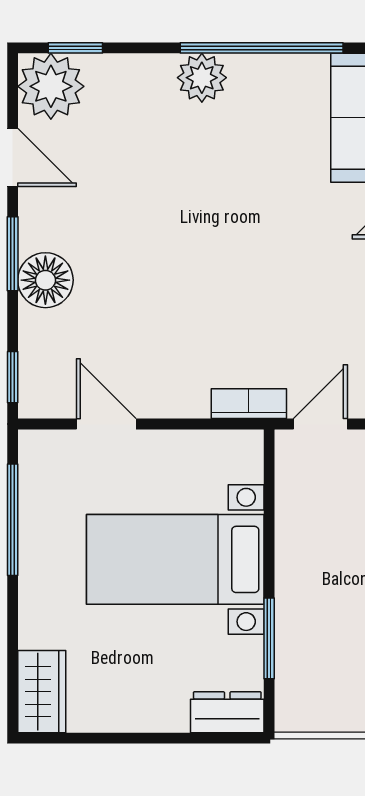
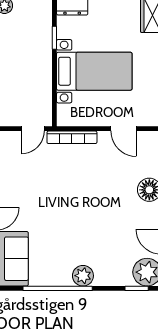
bookcase: (249, 404) -> (72, 137), width x1.56
window: (269, 638) -> (54, 38), width x0.67

